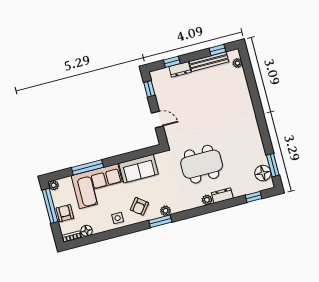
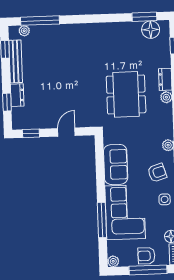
window: (249, 75) -> (40, 21), added
window: (50, 206) -> (148, 270), moved
armchair: (139, 206) -> (157, 173), turned -55

